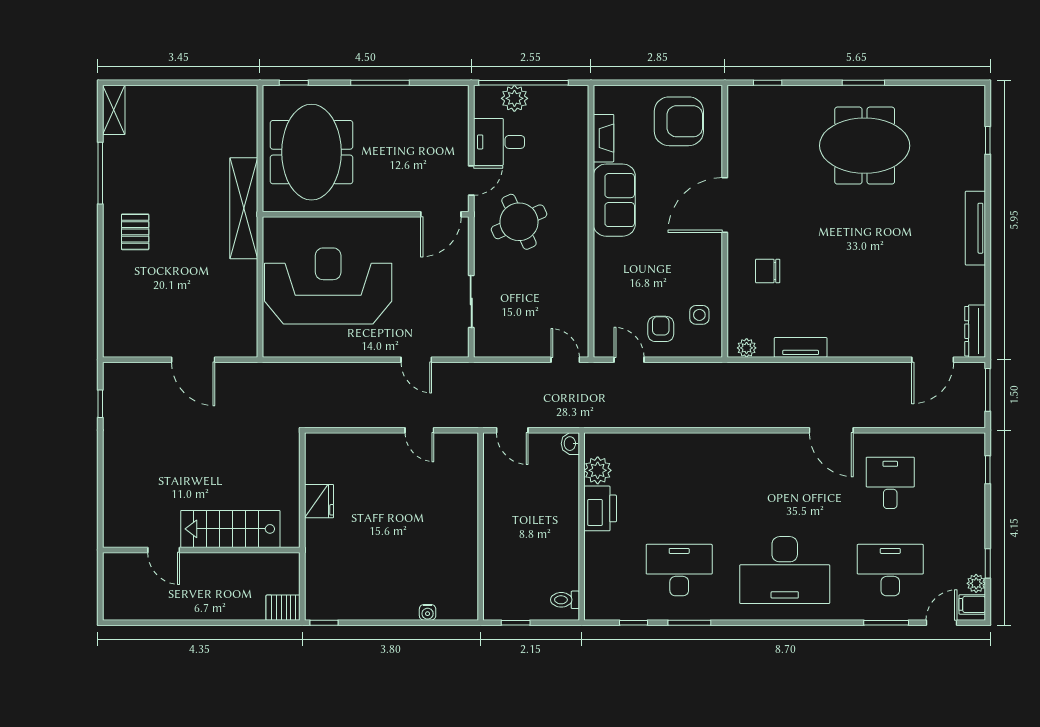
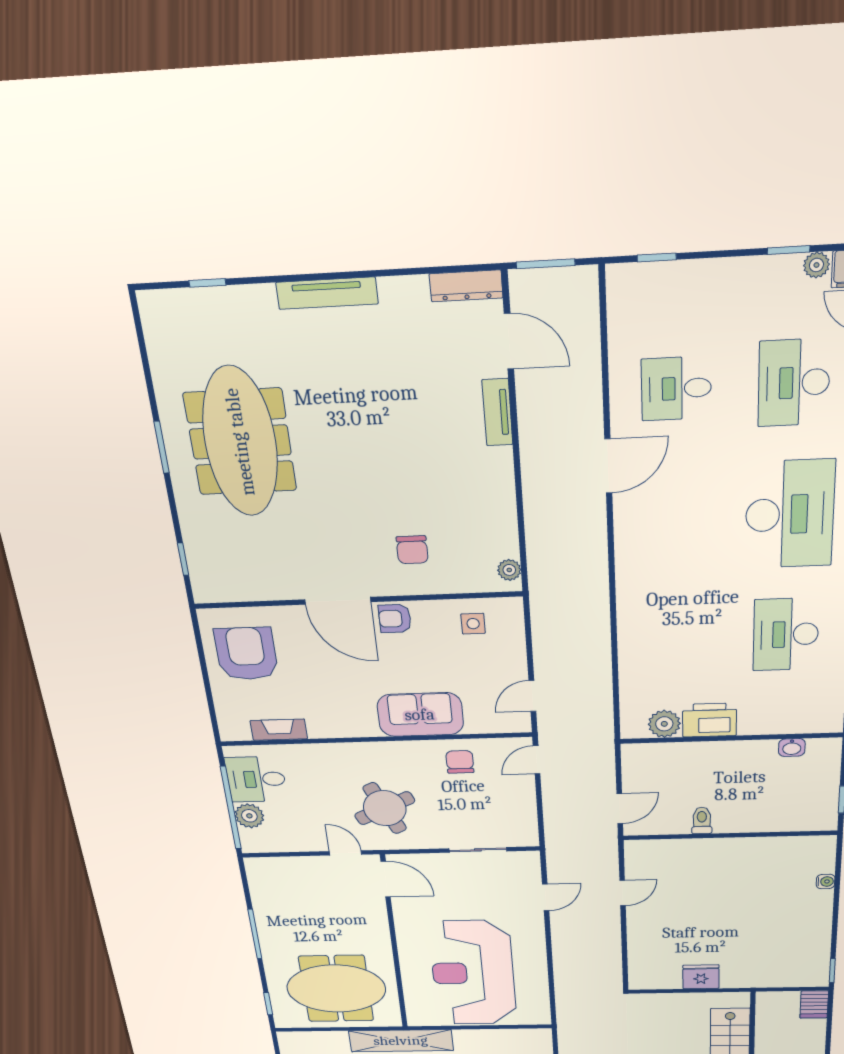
desk: (499, 142) -> (256, 779), moved, turned 90
meeting table: (865, 146) -> (240, 442), width x1.36
sofa: (614, 200) -> (420, 715), moved
chair: (565, 293) -> (460, 762), added
armchair: (661, 329) -> (395, 619), moved
tv unit: (801, 347) -> (497, 412), moved
washbasin: (570, 444) -> (792, 747), moved
toilet: (565, 600) -> (702, 820), moved, turned 180

